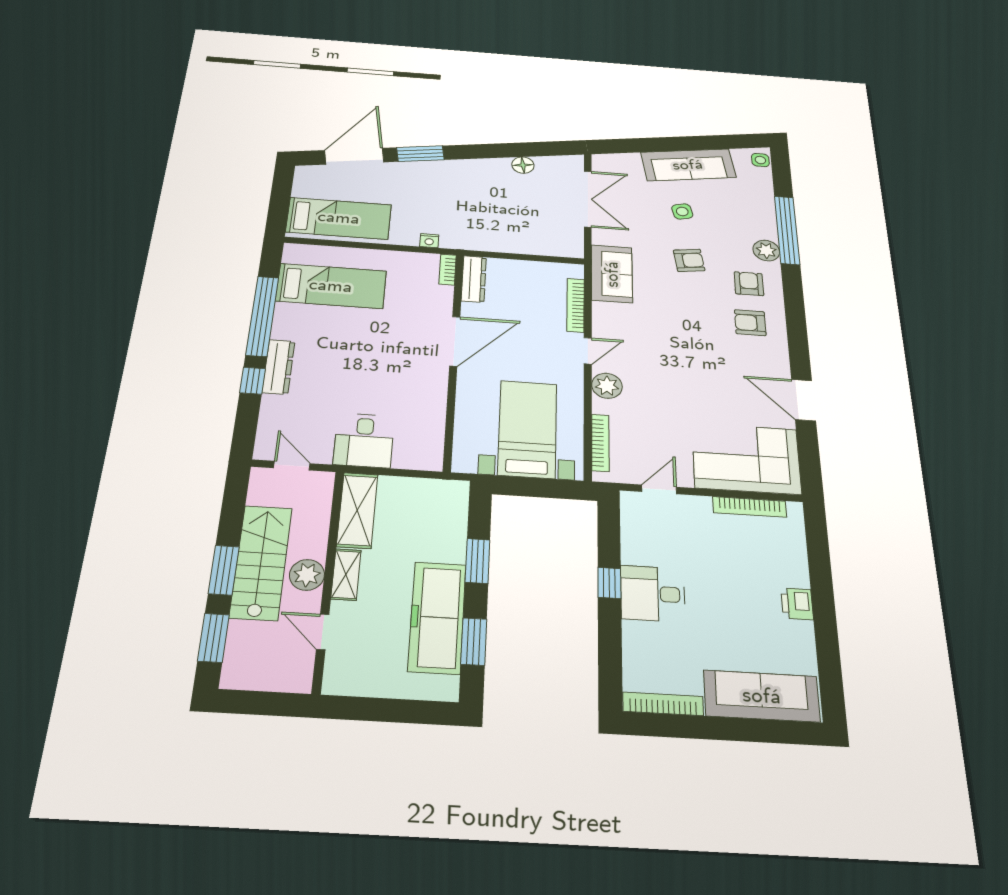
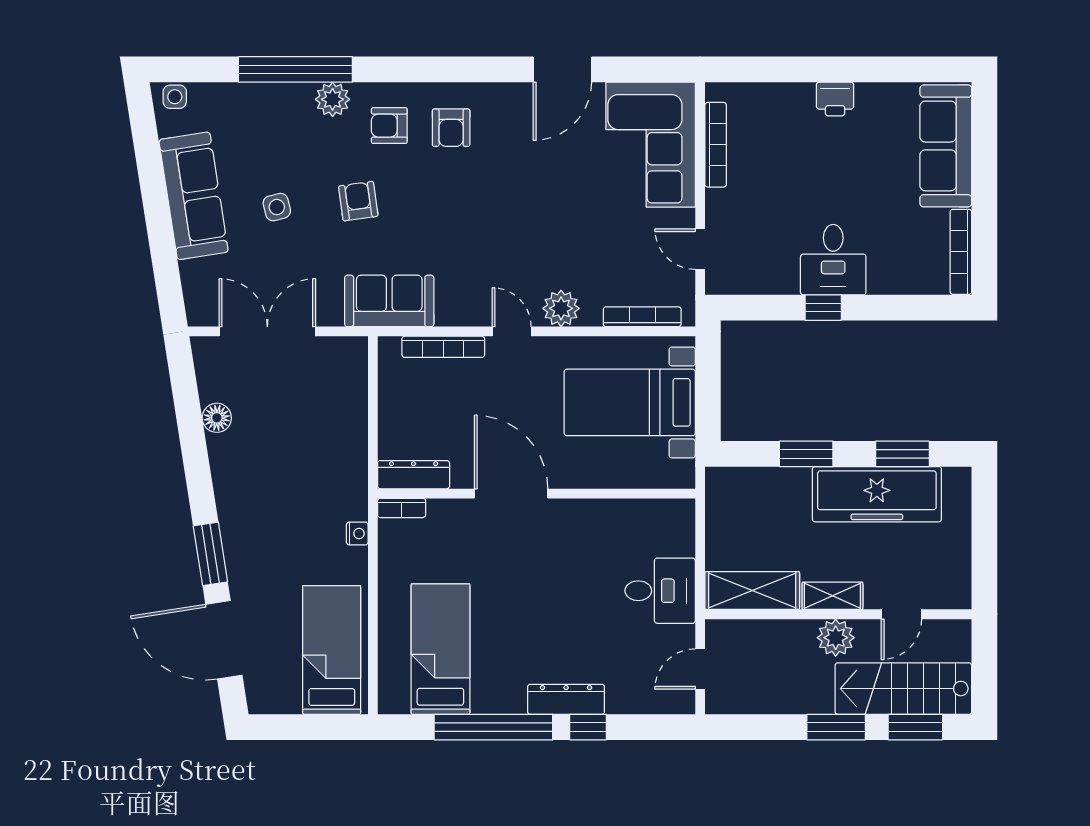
stairs: (261, 562) -> (903, 689), moved

